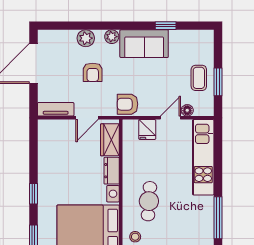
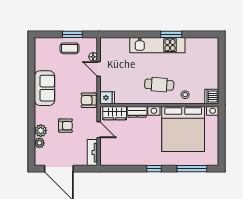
window: (166, 26) -> (31, 72), removed
plant: (112, 37) -> (39, 143), moved
armchair: (128, 104) -> (89, 100), turned 90
fridge: (147, 130) -> (107, 98), moved
kitchen unit: (203, 157) -> (157, 45), moved
window: (218, 218) -> (171, 34), width x0.69

